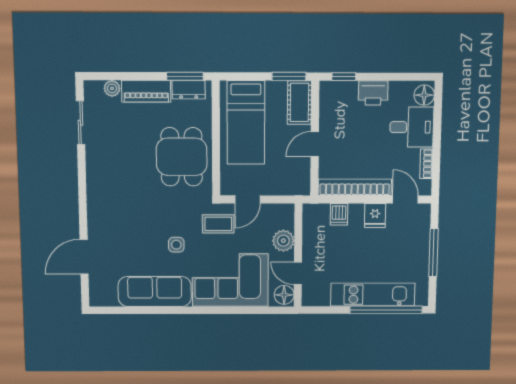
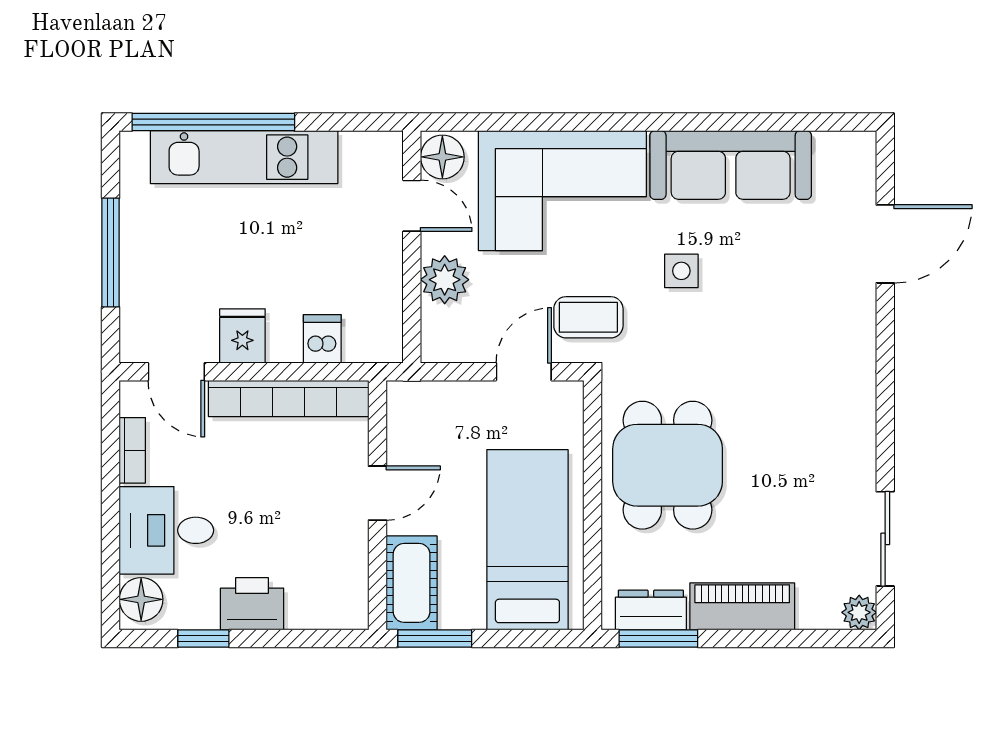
window: (344, 77) -> (203, 638), moved
plant: (112, 88) -> (859, 612), moved

